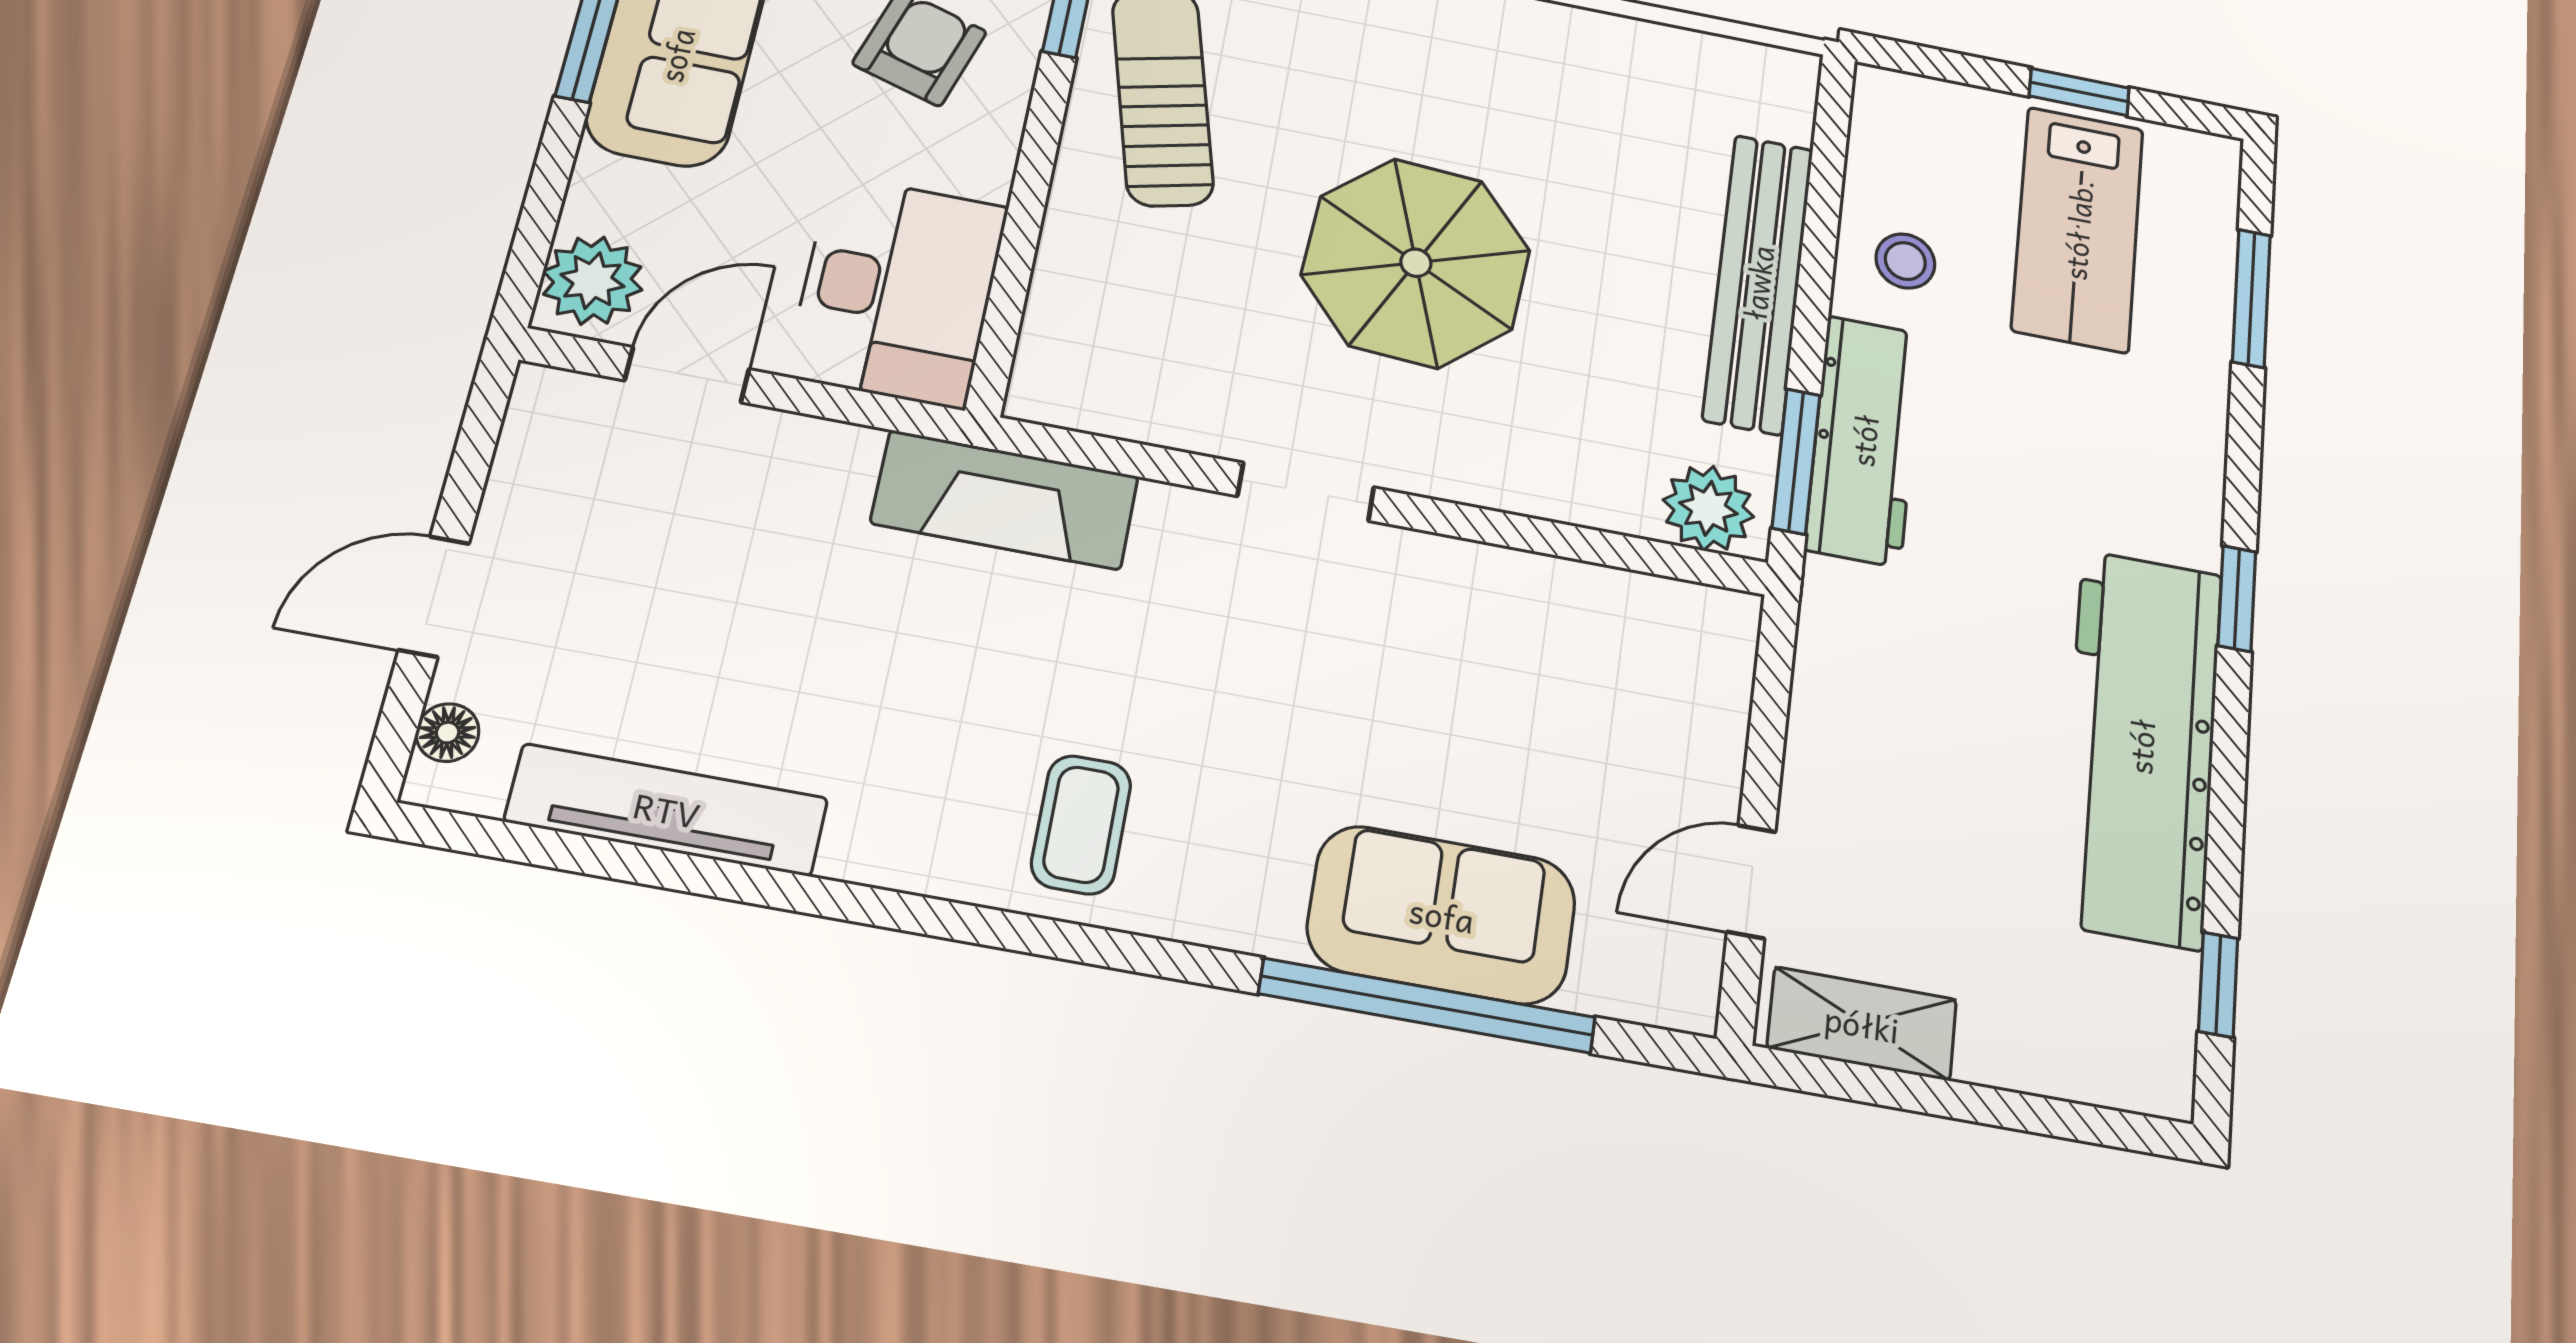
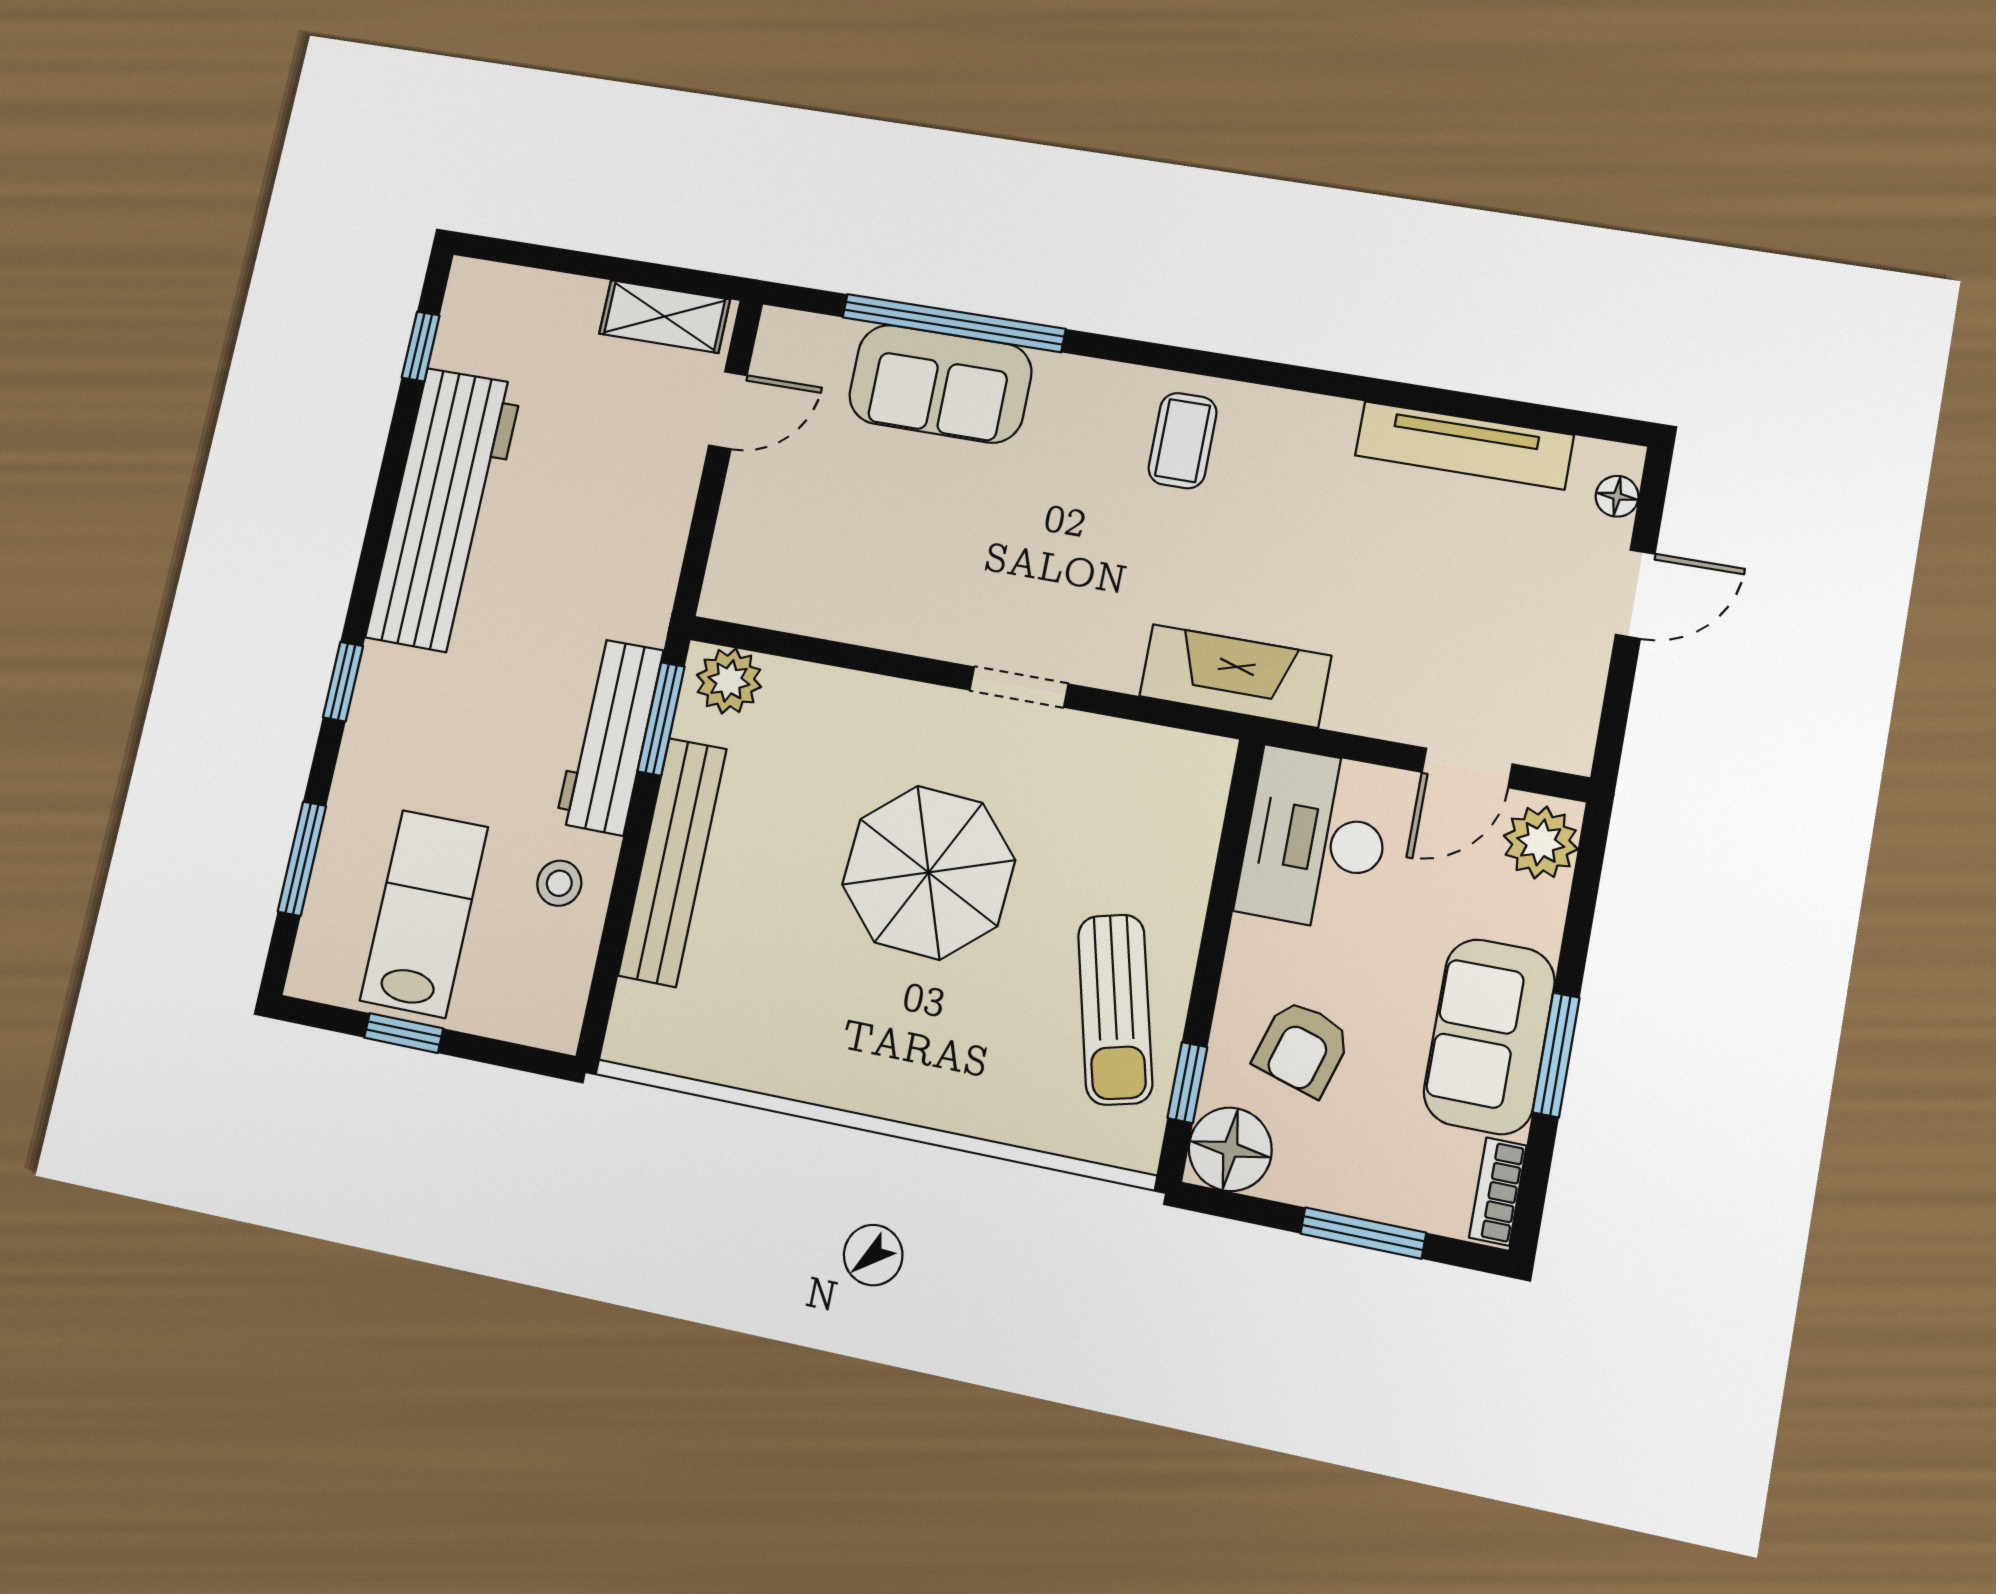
window: (2237, 599) -> (343, 682), moved

